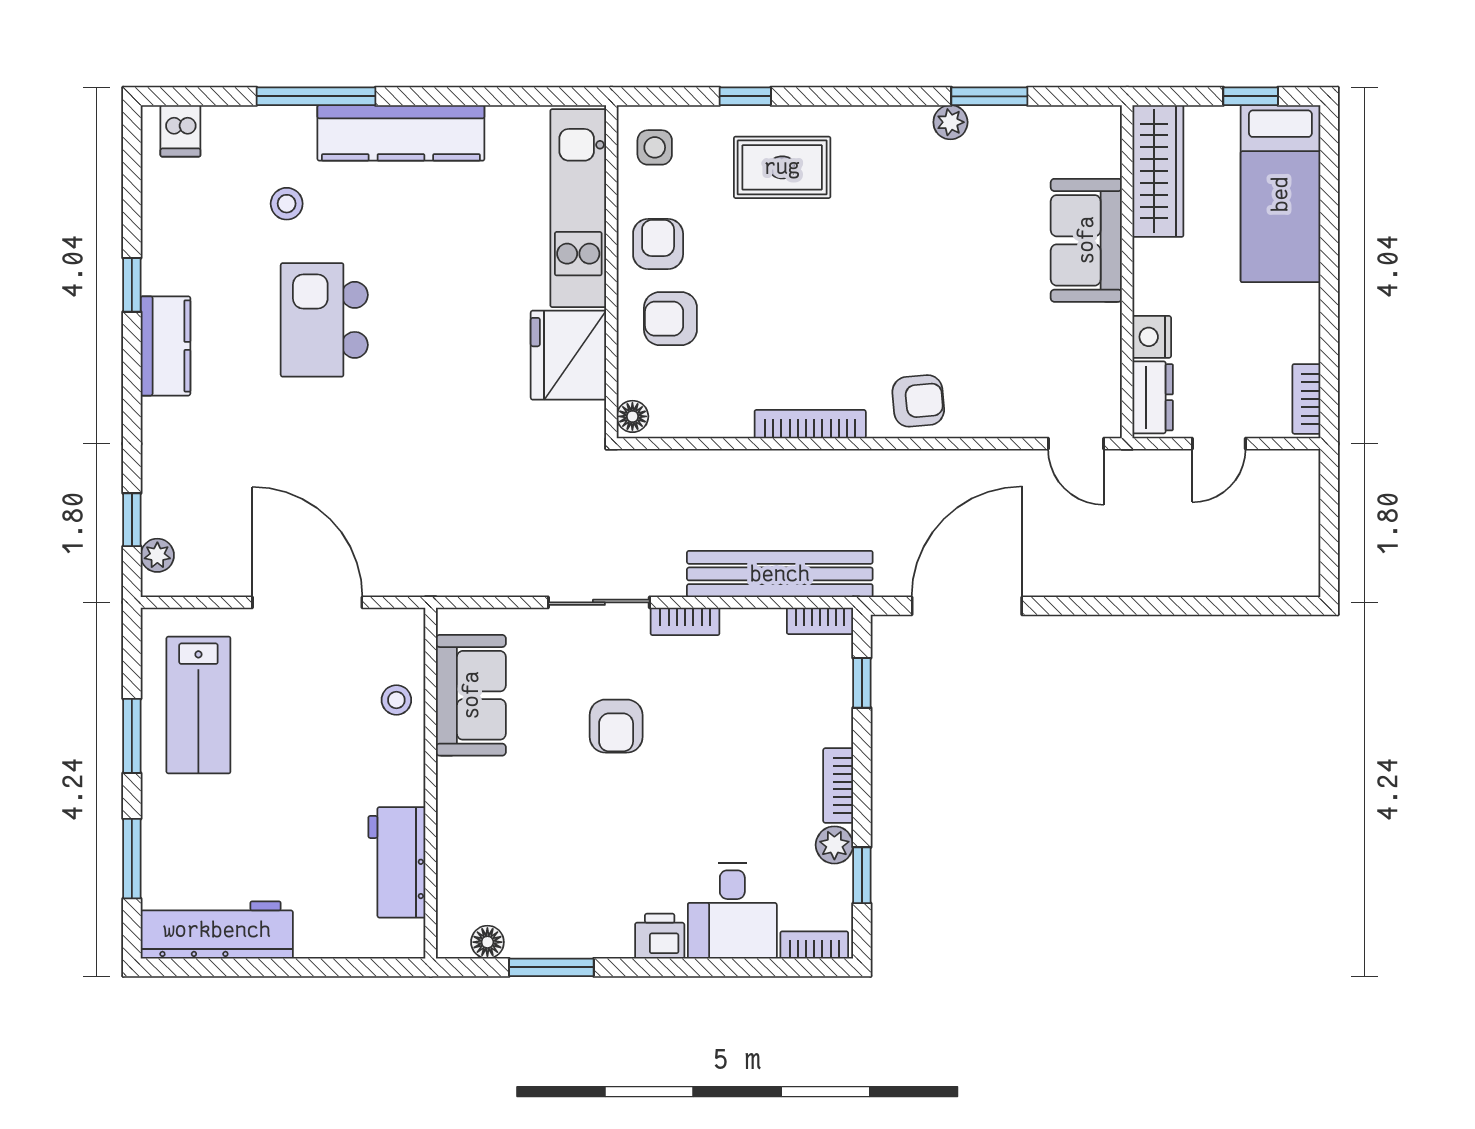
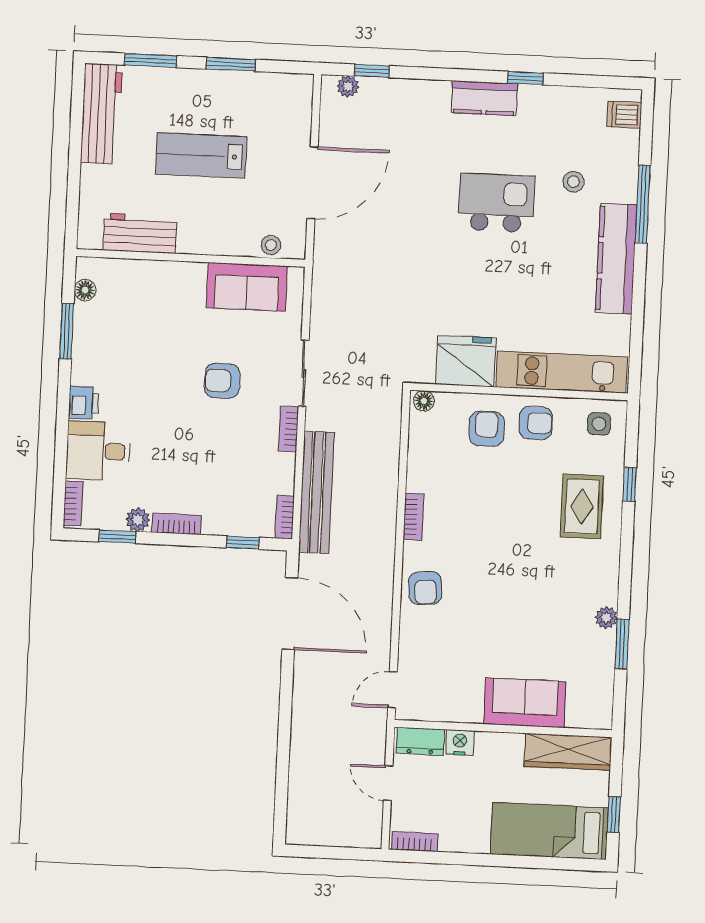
bookcase: (810, 424) -> (413, 517), width x0.64
stool: (396, 700) -> (271, 245), moved
lab bench: (198, 705) -> (201, 155), moved

